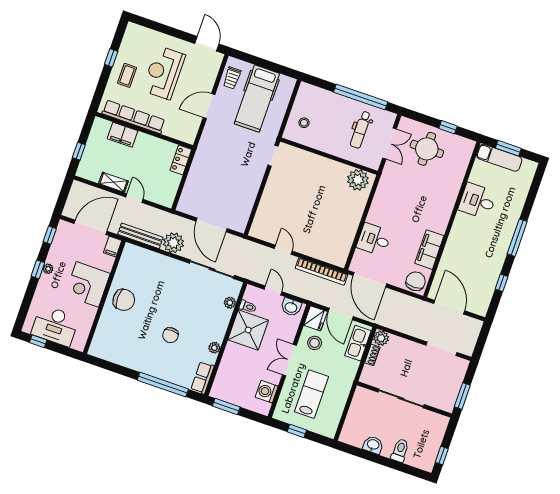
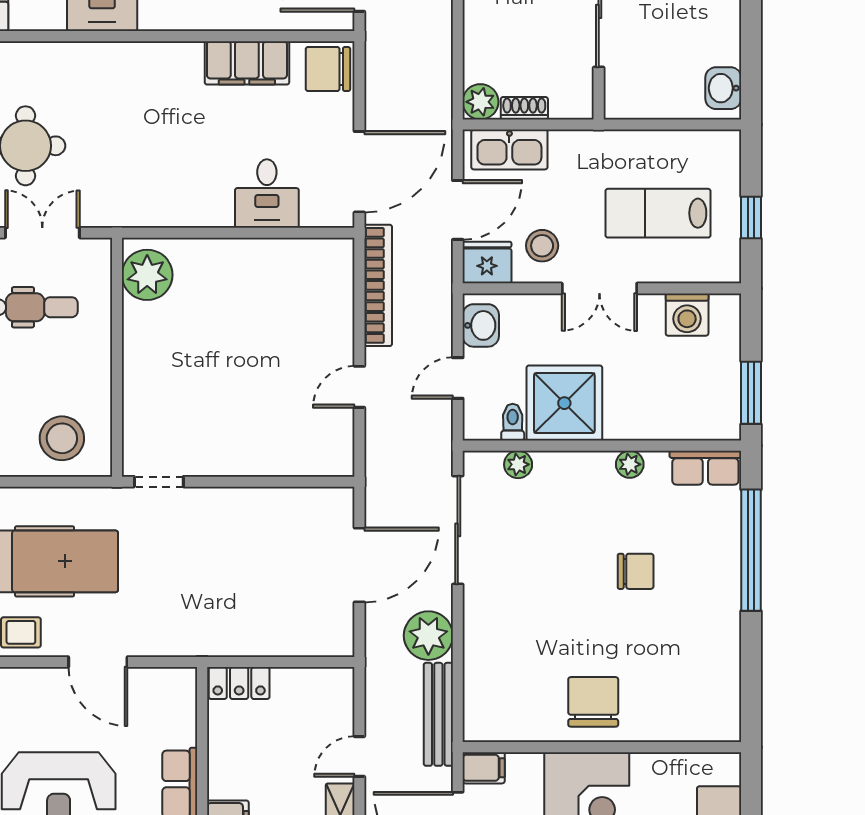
stool: (304, 123) -> (62, 438), width x1.89, depth x1.89
washbasin: (373, 445) -> (723, 88), moved

